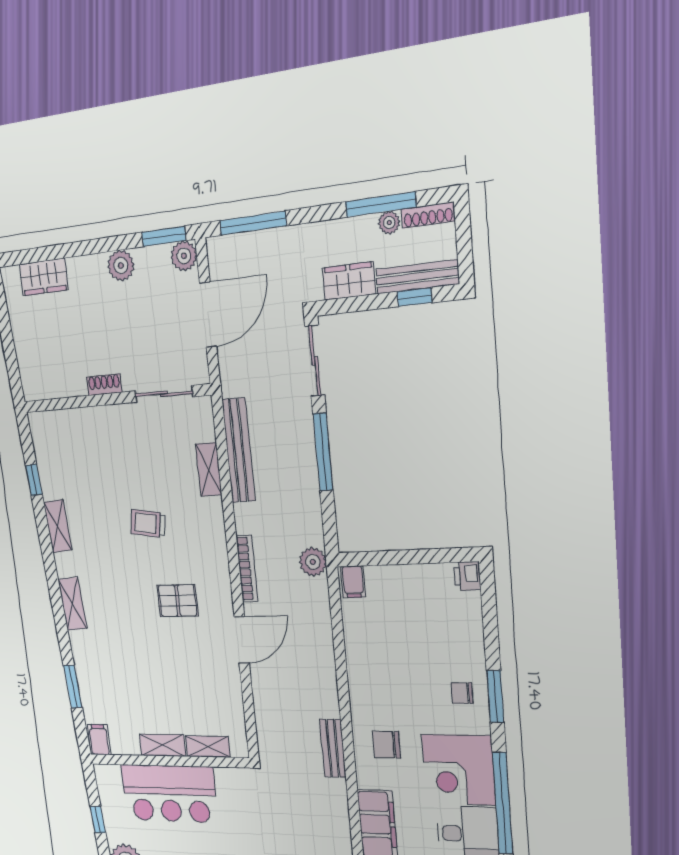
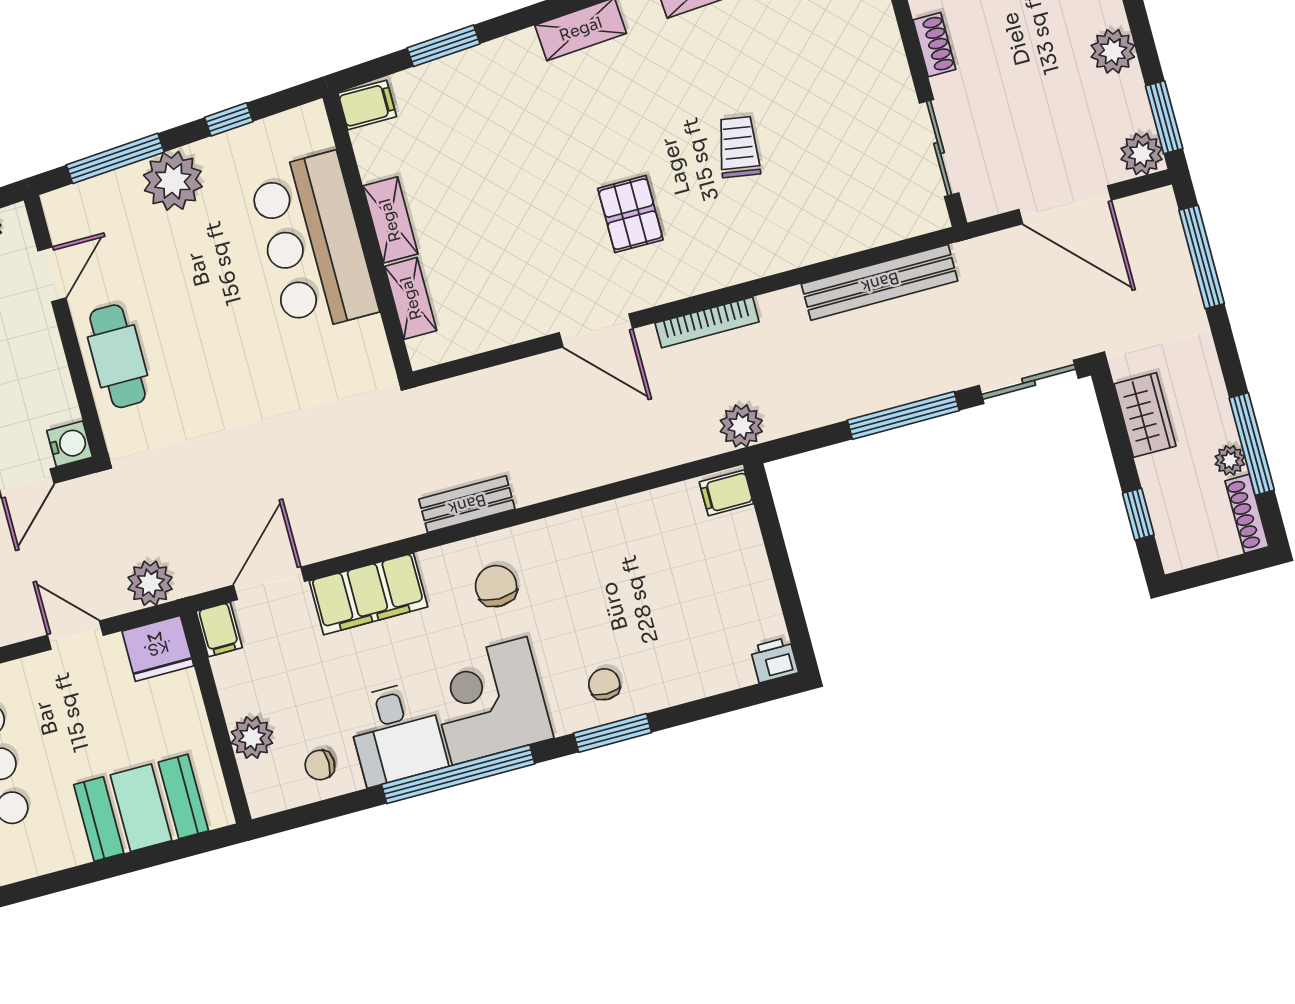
bench: (417, 277) -> (1166, 513), removed
shelving: (209, 469) -> (842, 238), removed

